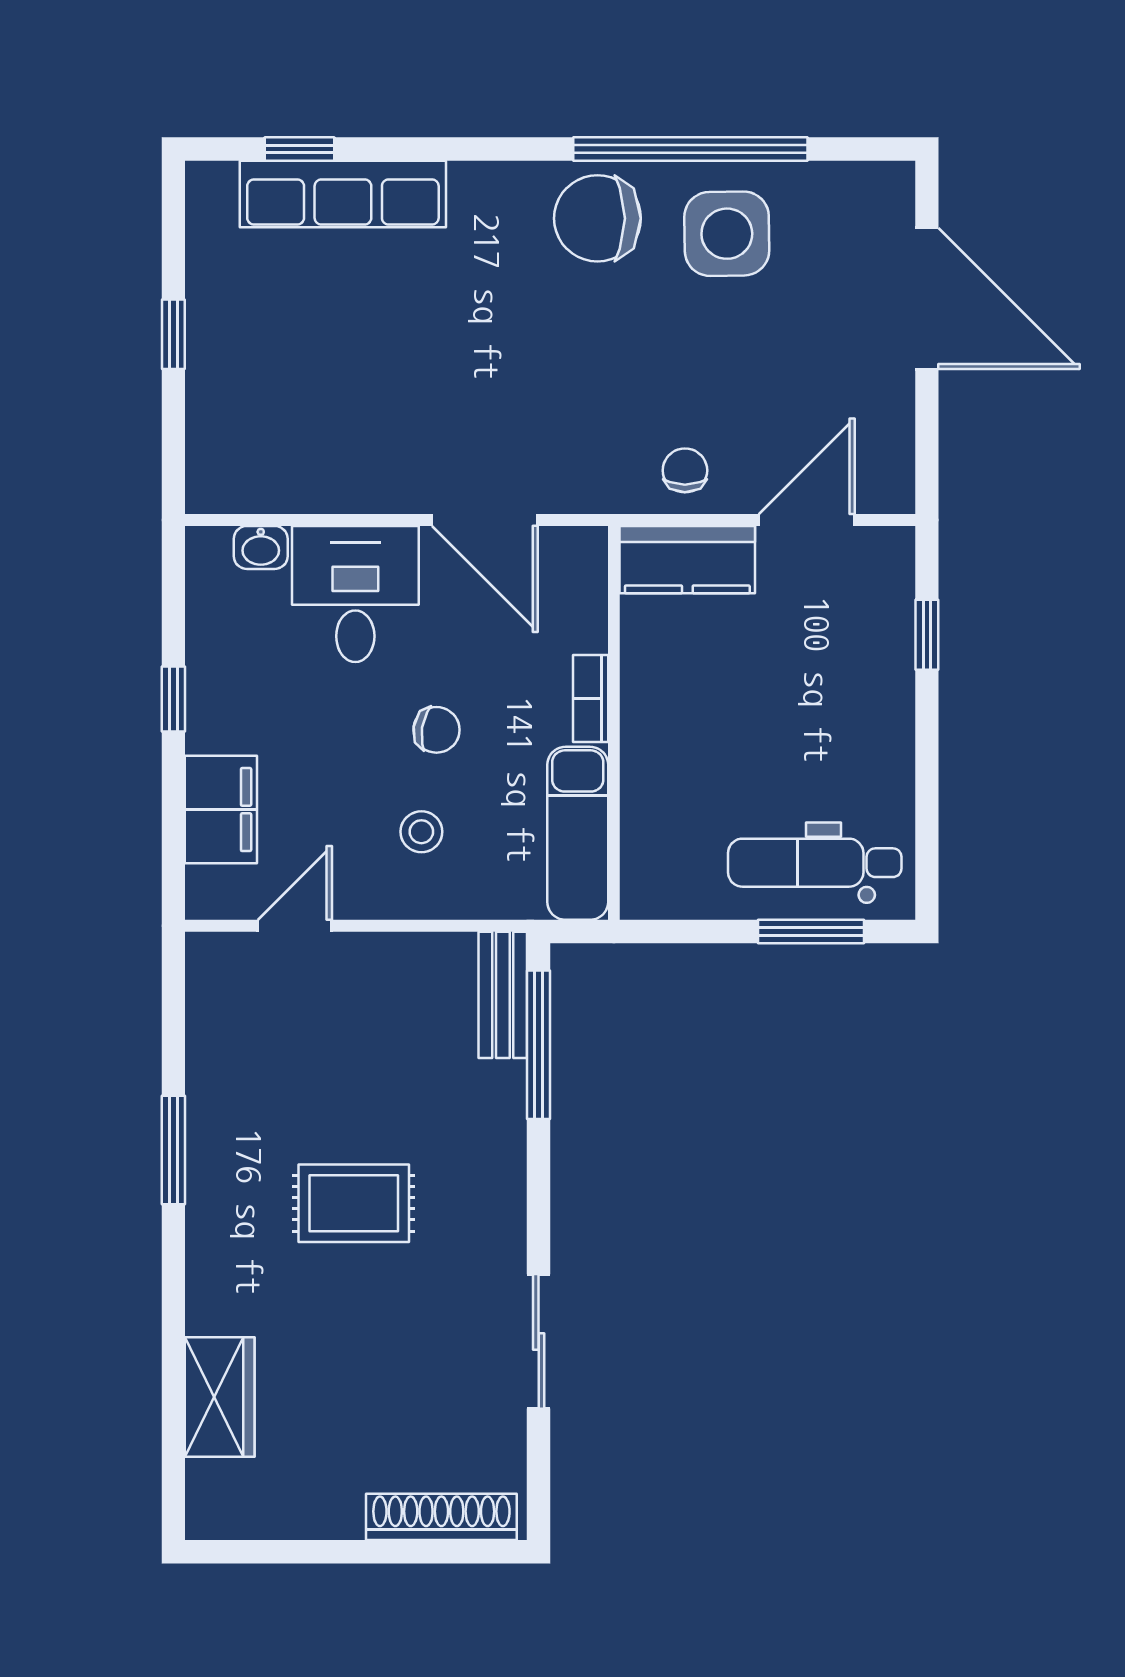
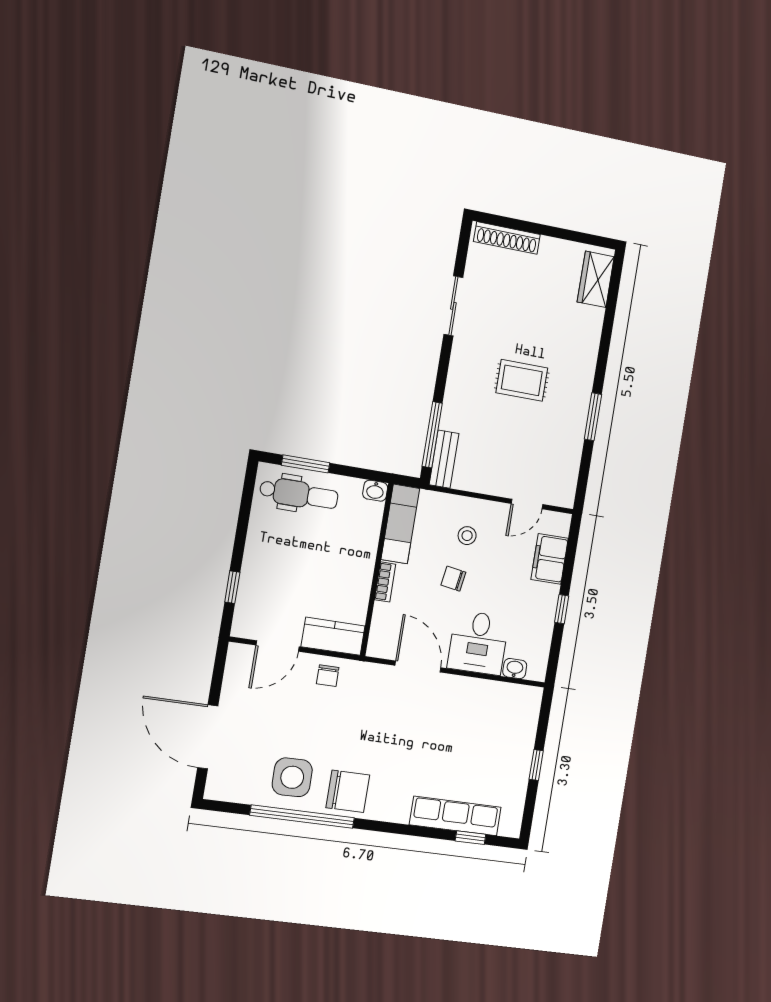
washbasin: (647, 898) -> (375, 491), added
wardrobe: (220, 1397) -> (596, 279), moved

